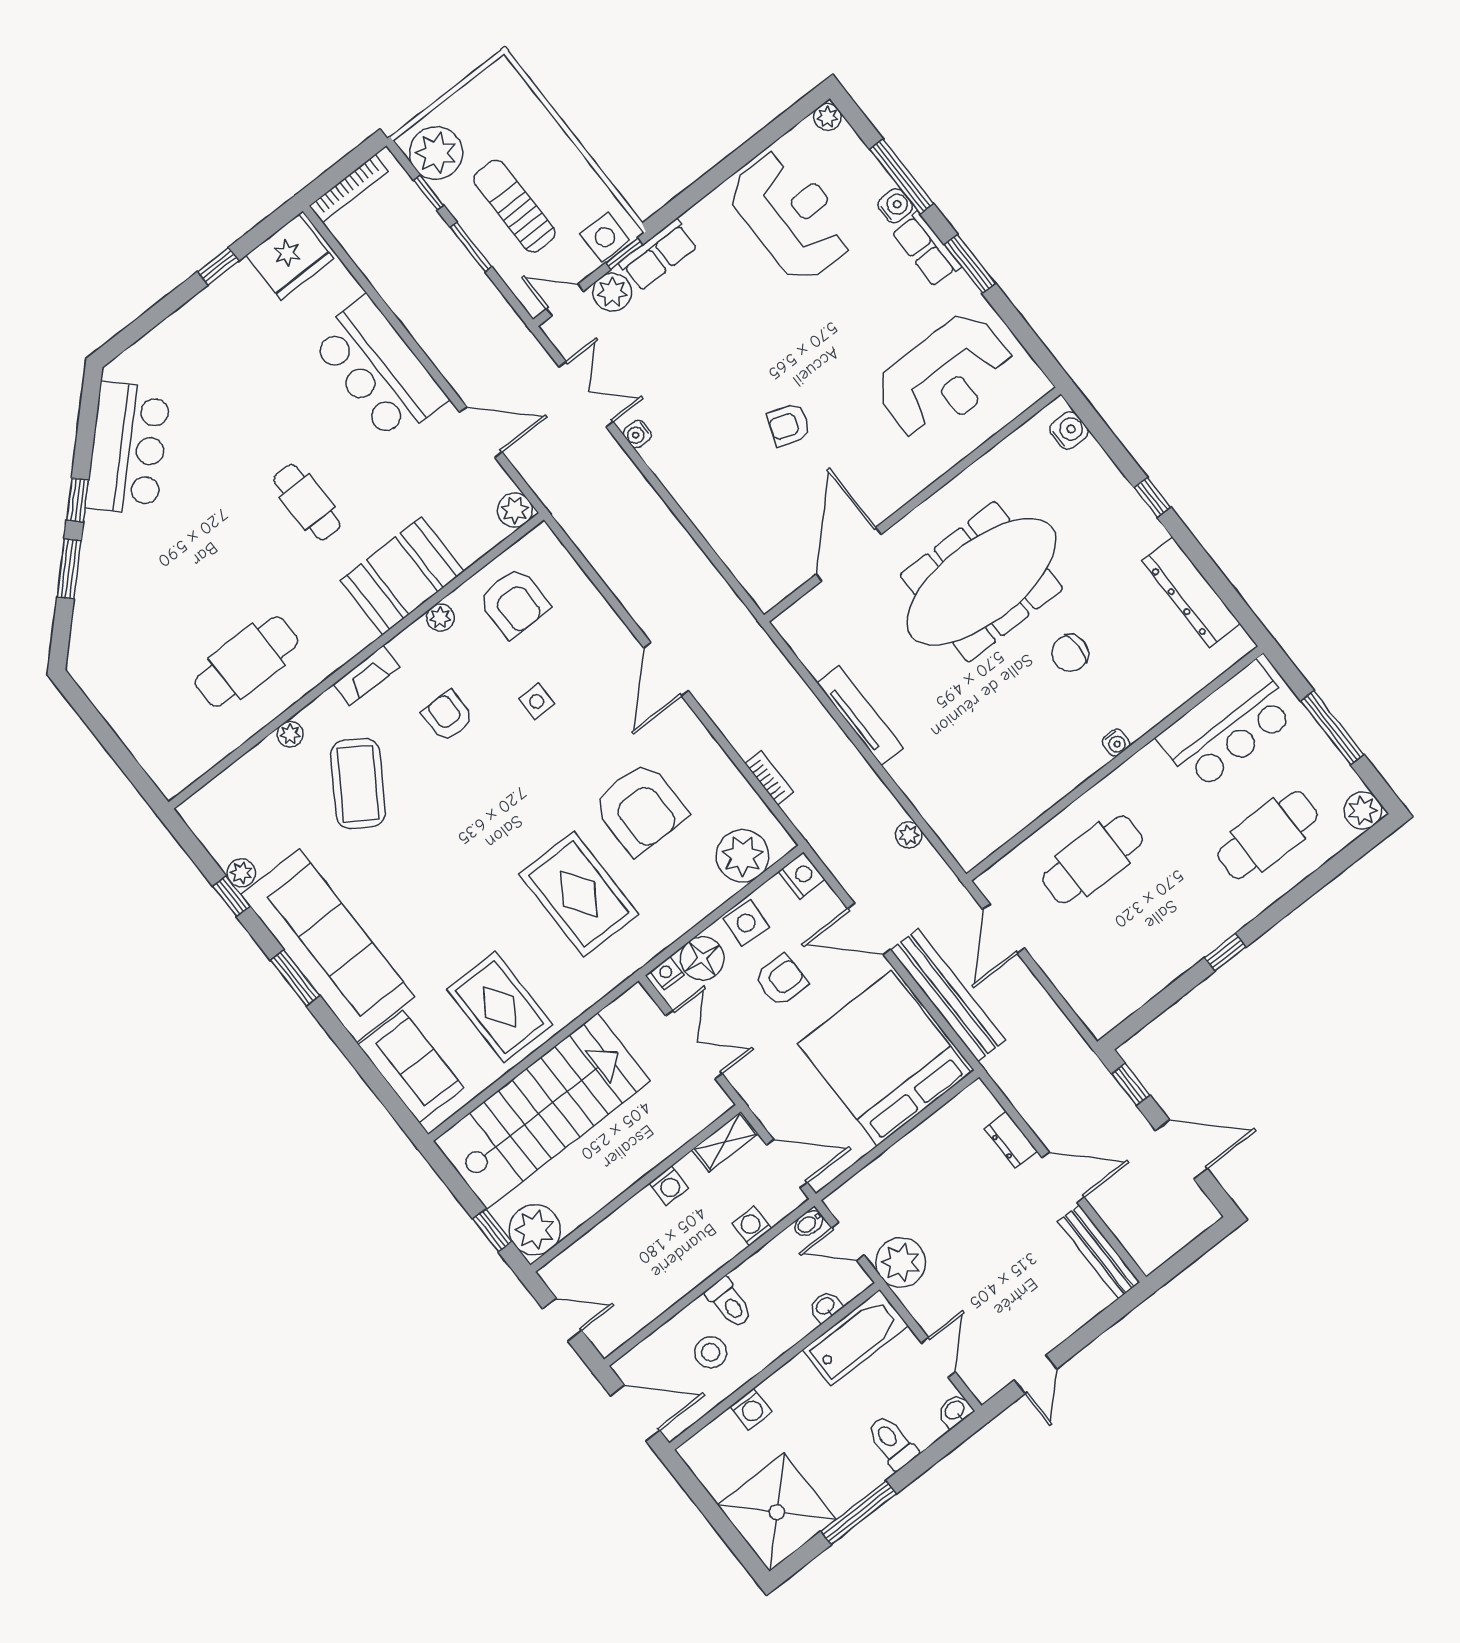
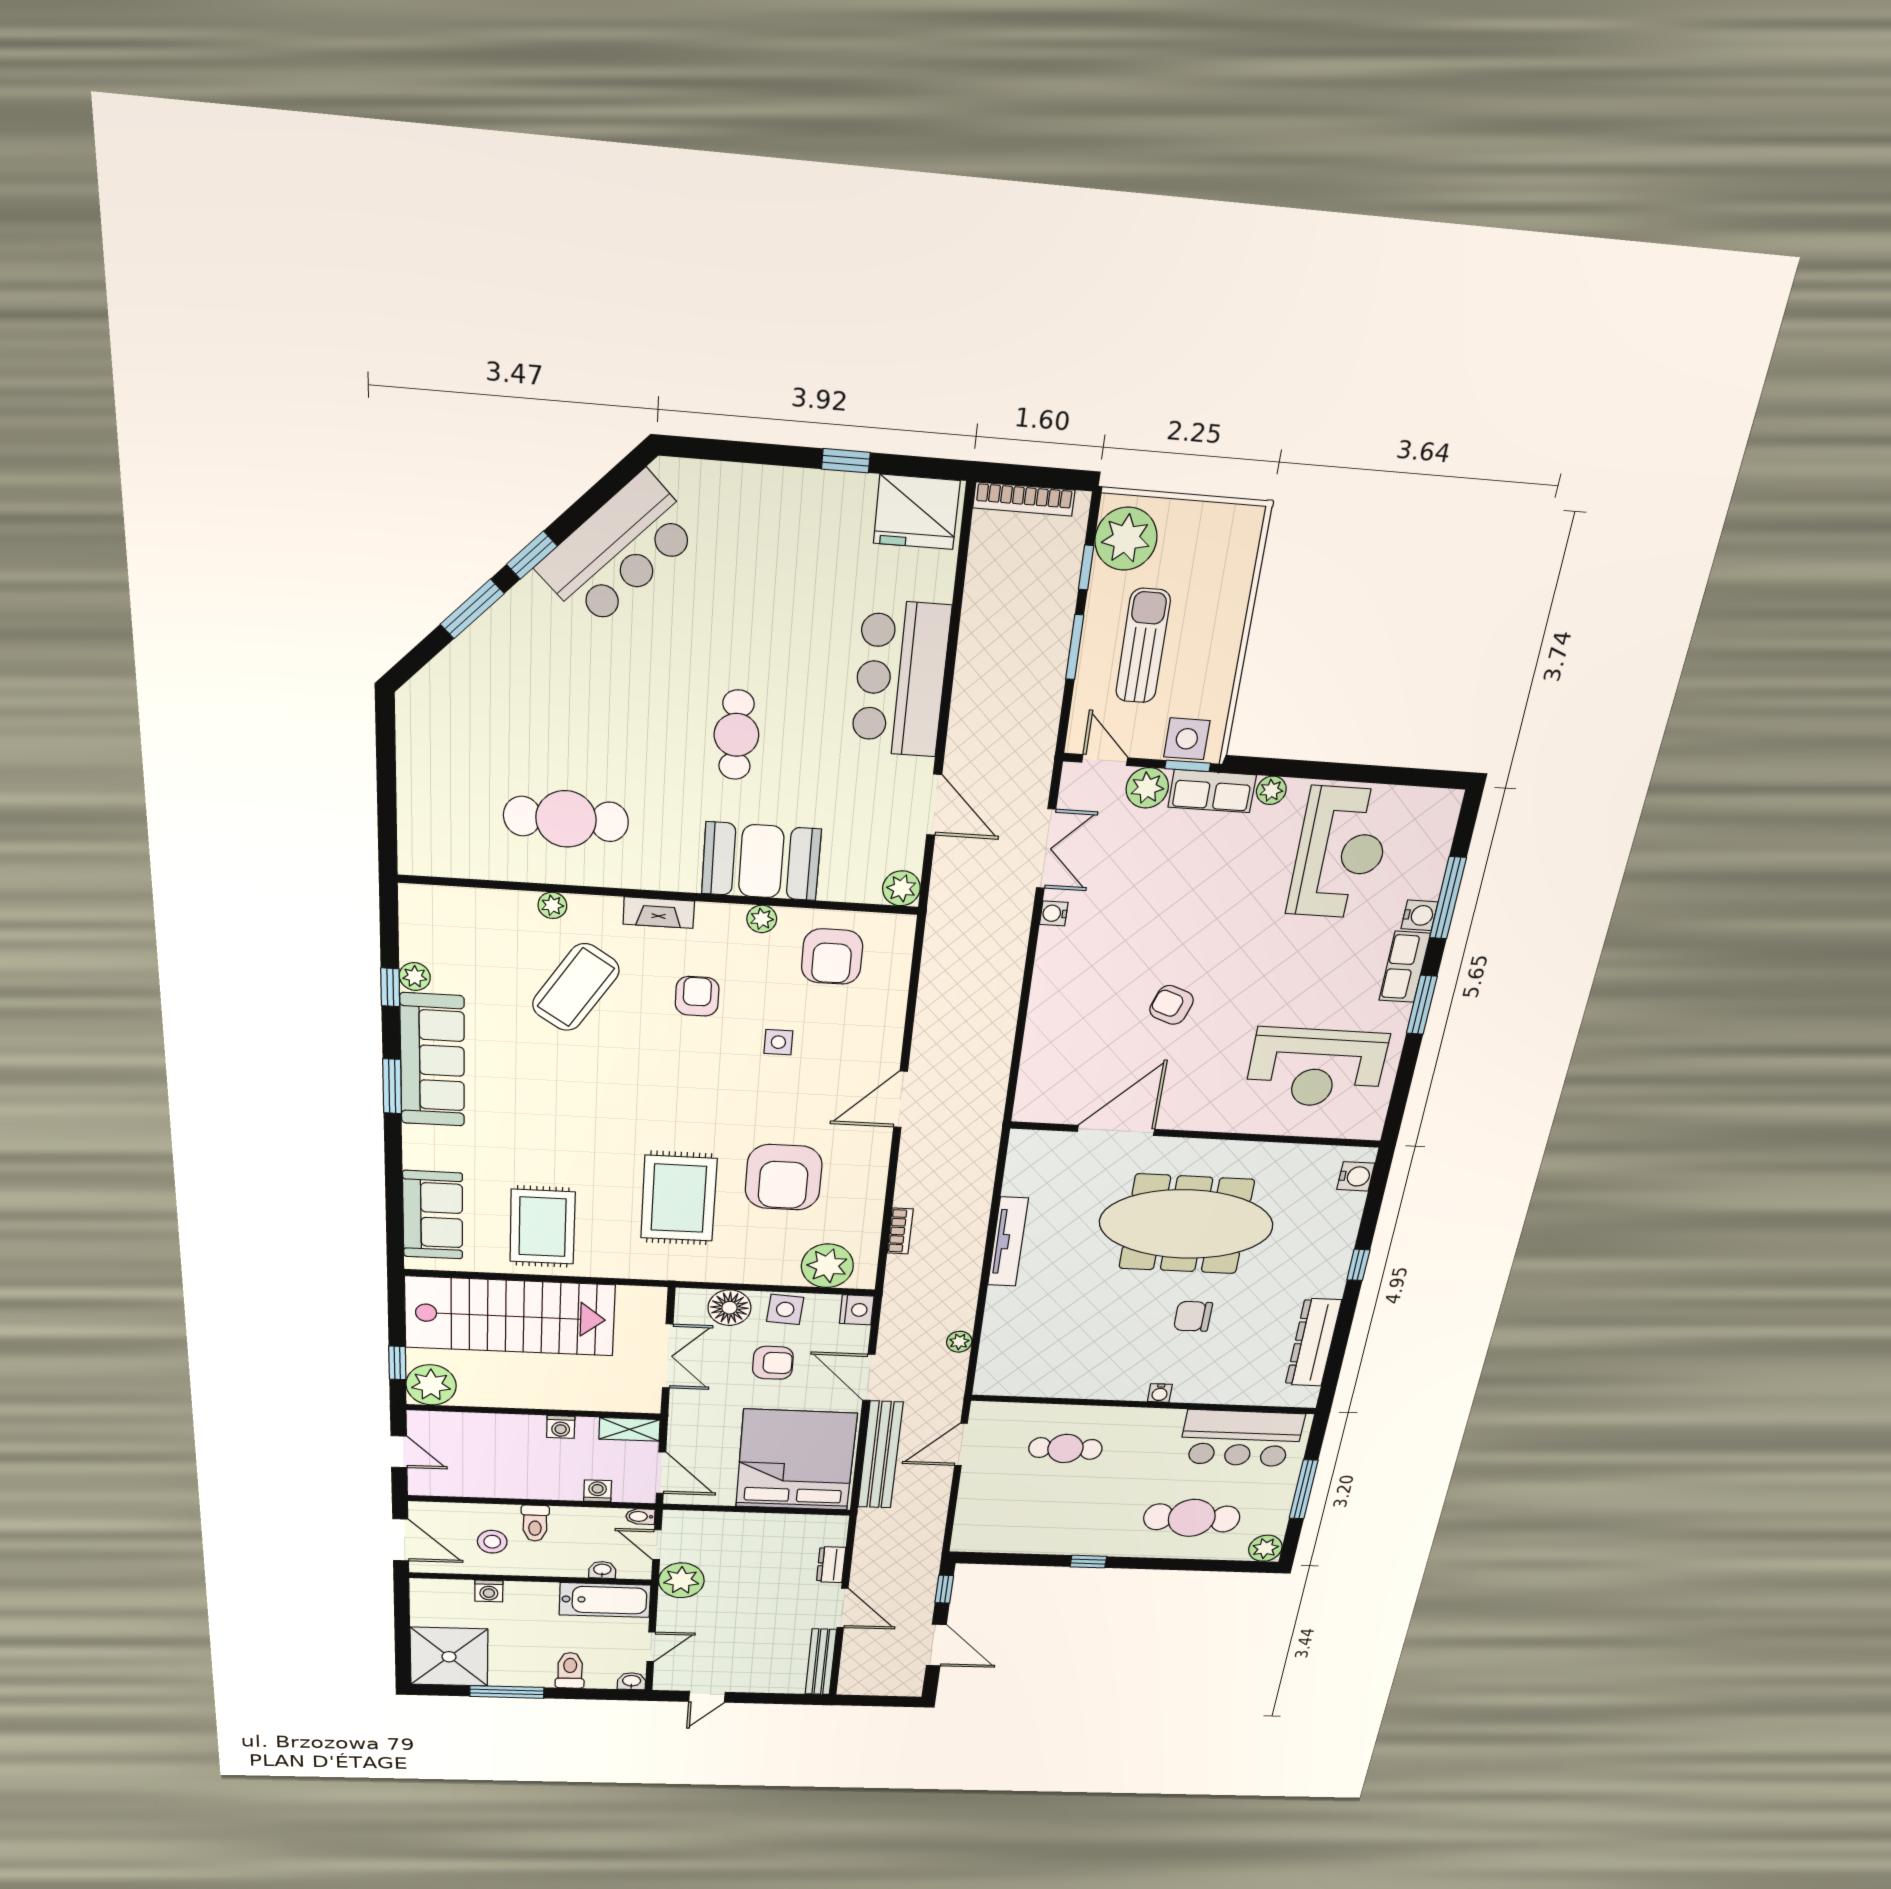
plant: (828, 117) -> (1271, 790), moved
cafe table: (1093, 859) -> (1065, 1448), width x0.73, depth x0.74
sofa: (328, 946) -> (432, 1060), width x0.74, depth x0.79
nightstand: (667, 973) -> (693, 1298), removed

